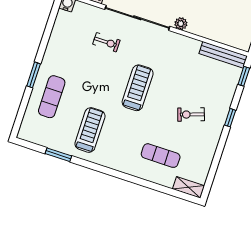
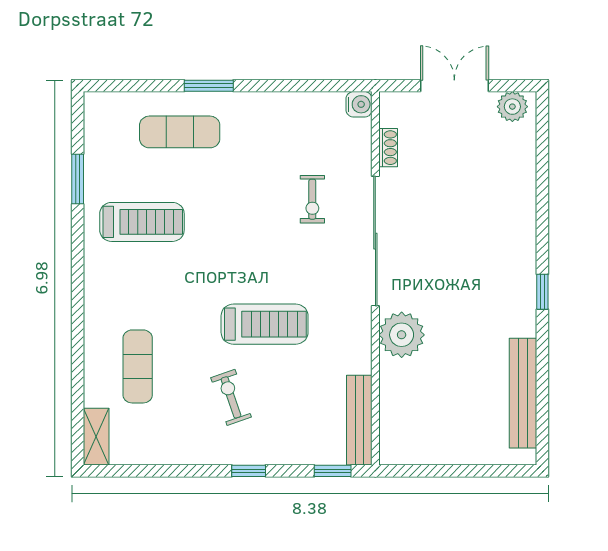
plant: (181, 24) -> (402, 335), width x1.88, depth x1.88
treadmill: (138, 88) -> (265, 324), moved

